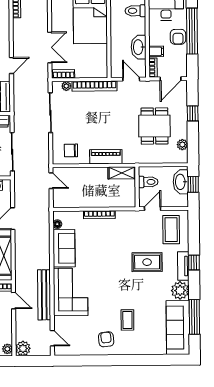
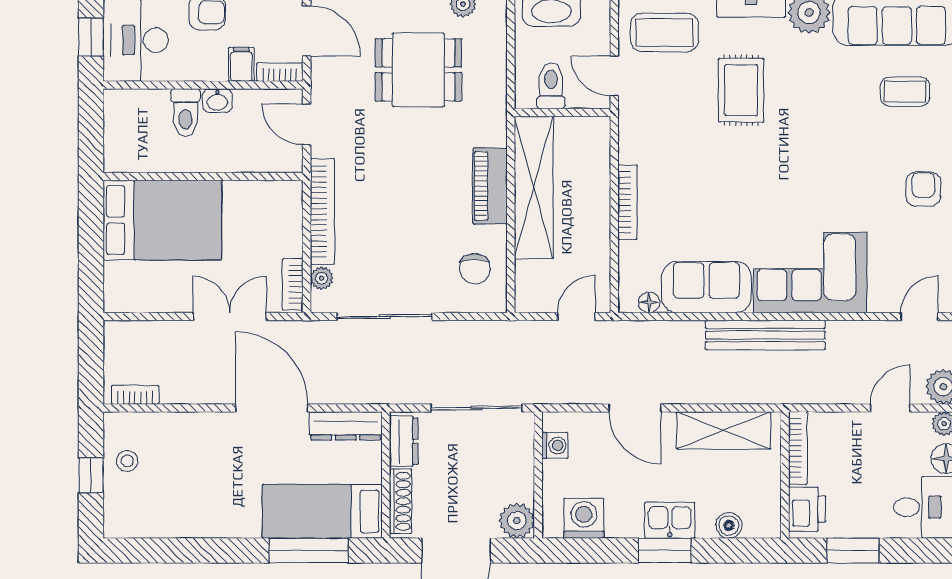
toilet: (135, 11) -> (186, 113), moved
washbasin: (139, 47) -> (217, 101), width x0.52, depth x0.69
door: (11, 65) -> (272, 408), width x1.88
door: (131, 79) -> (307, 124), hinge flipped
shelving: (122, 173) -> (534, 187), width x2.20, depth x1.33
door: (51, 181) -> (576, 317), moved
bench: (44, 295) -> (765, 335), moved
door: (14, 301) -> (890, 408), moved
coffee table: (127, 320) -> (905, 92), moved
armchair: (106, 339) -> (923, 189), turned 96

